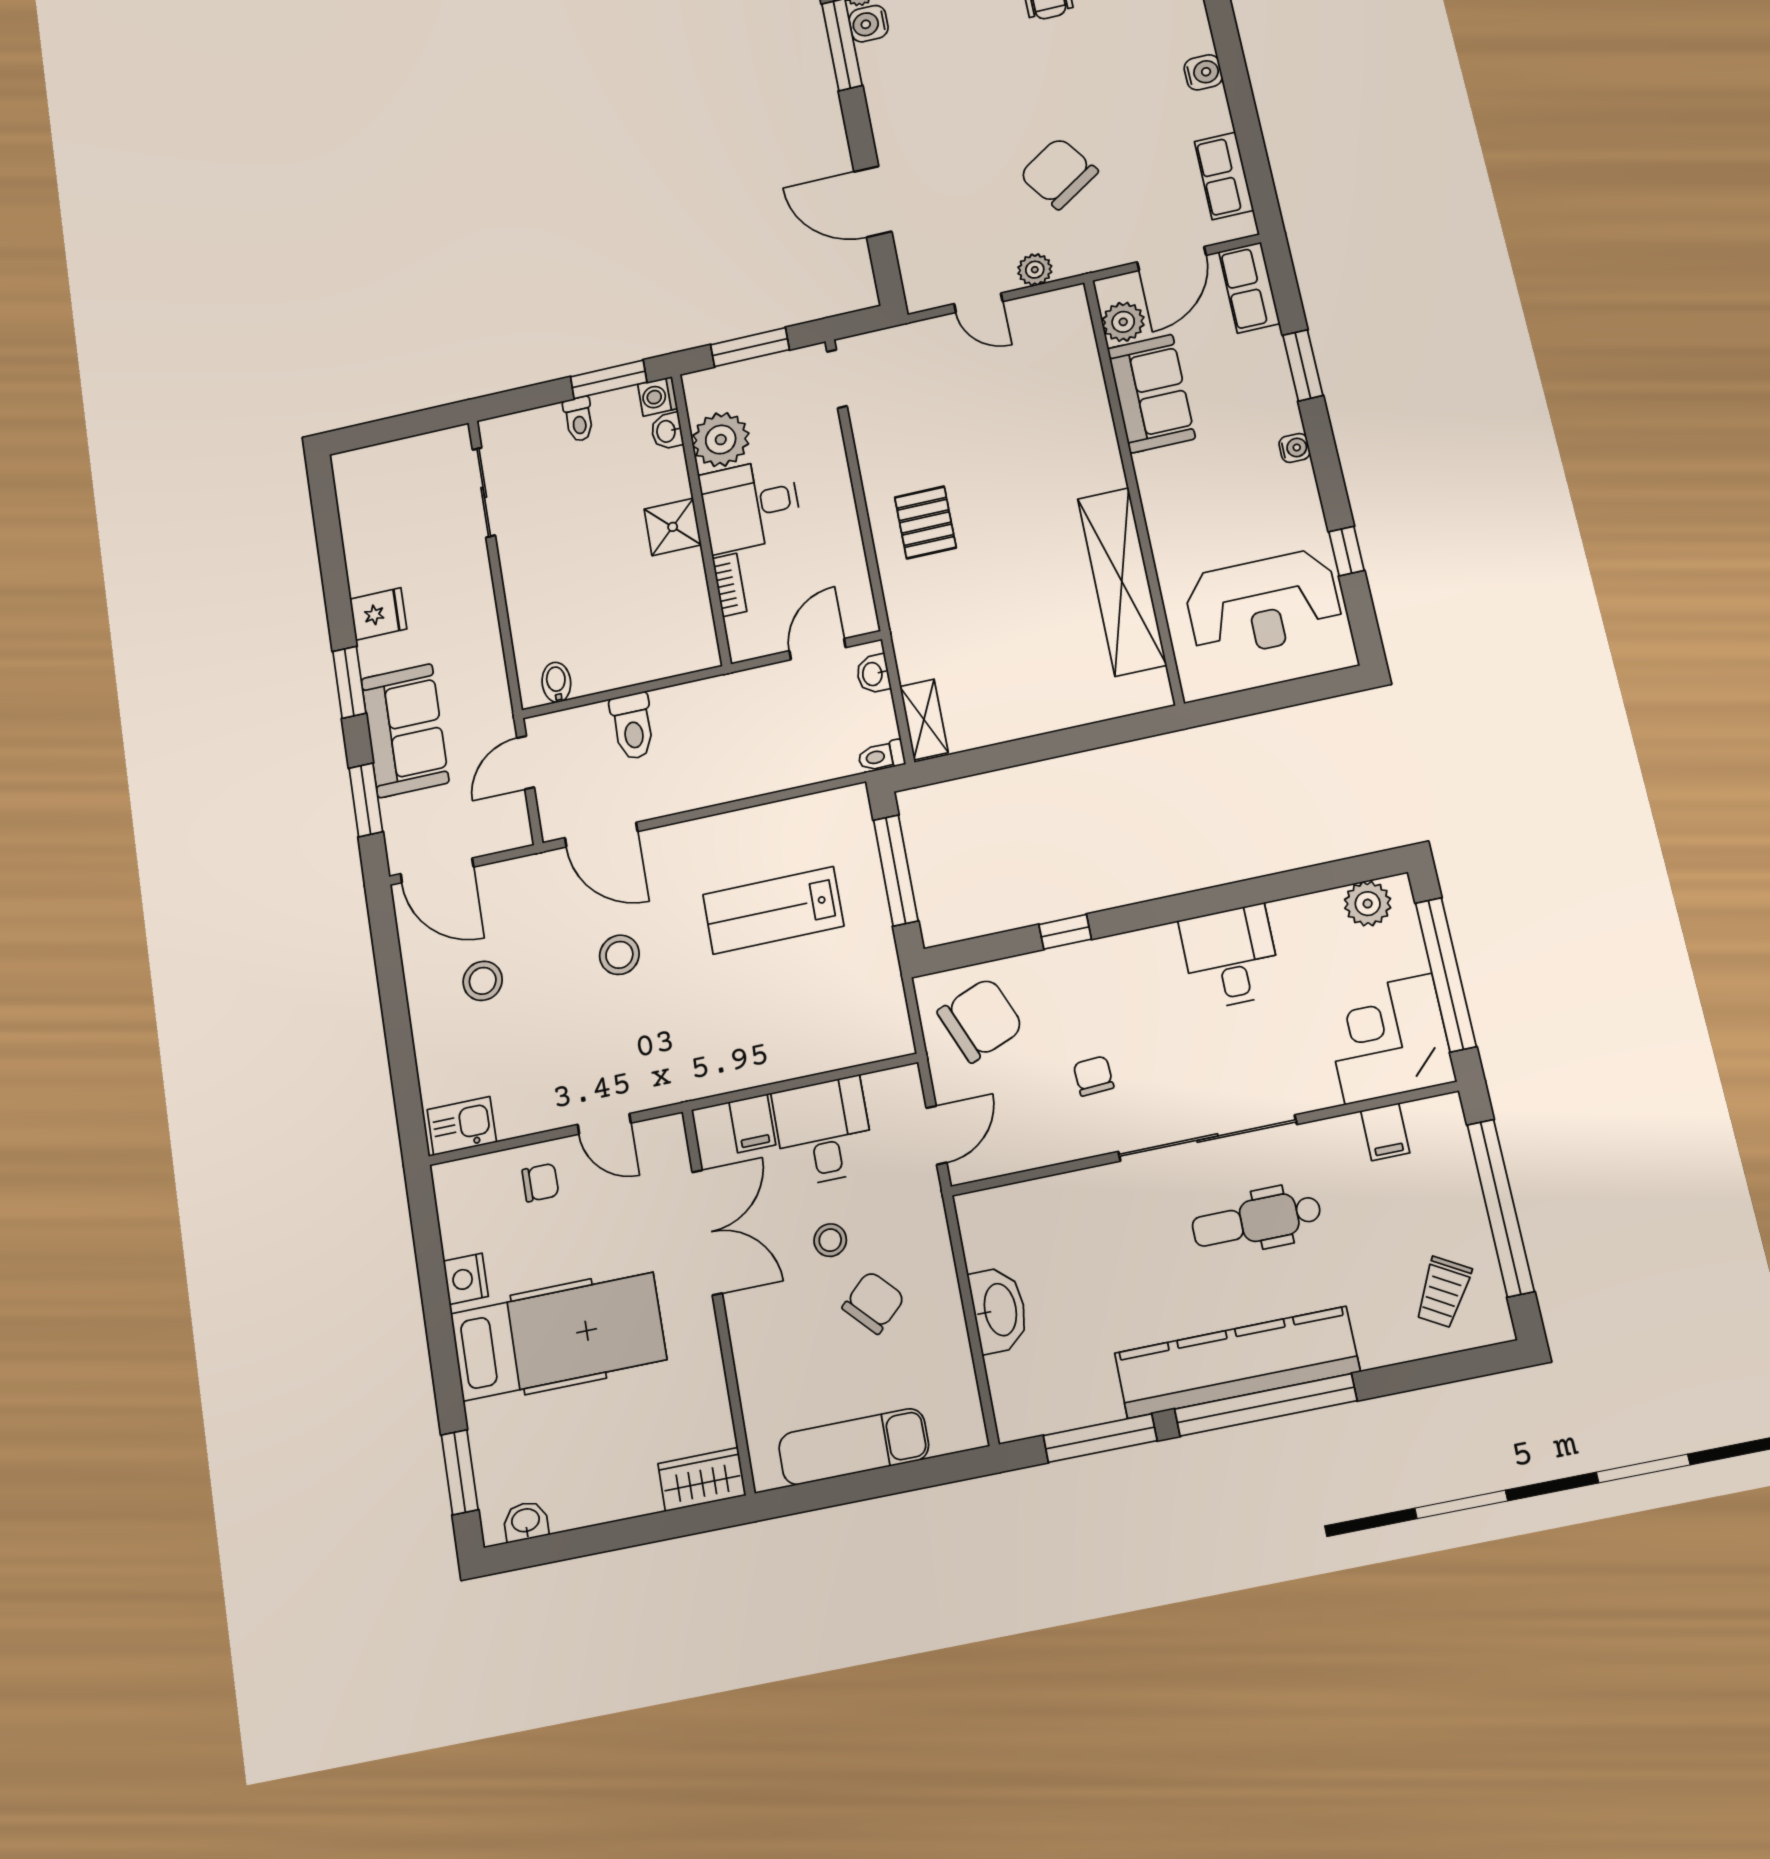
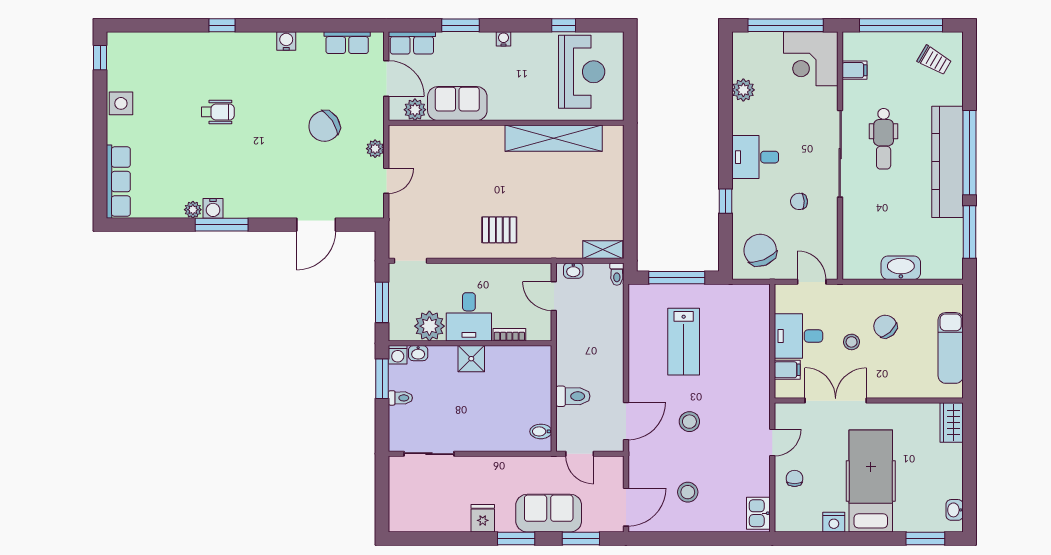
plant: (1368, 904) -> (743, 90), moved
desk: (1231, 957) -> (755, 157), moved

